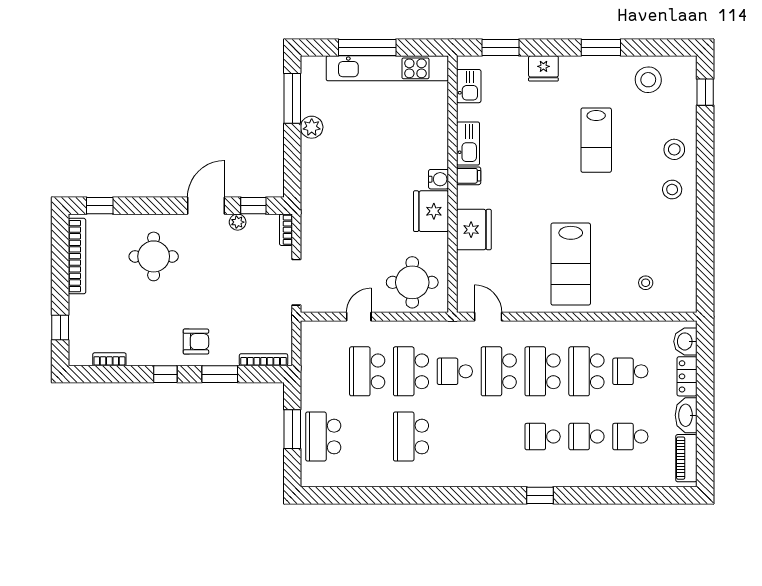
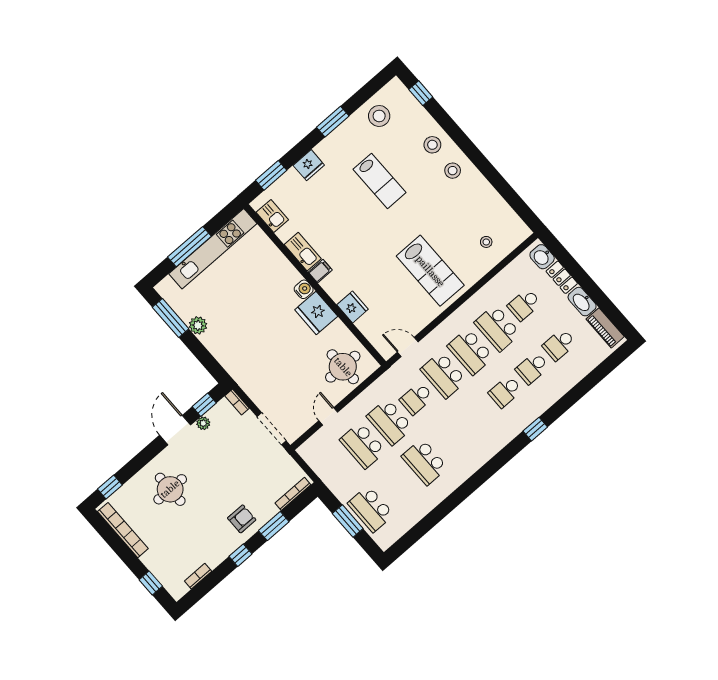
fridge: (474, 230) -> (353, 307), width x0.73, depth x0.75

